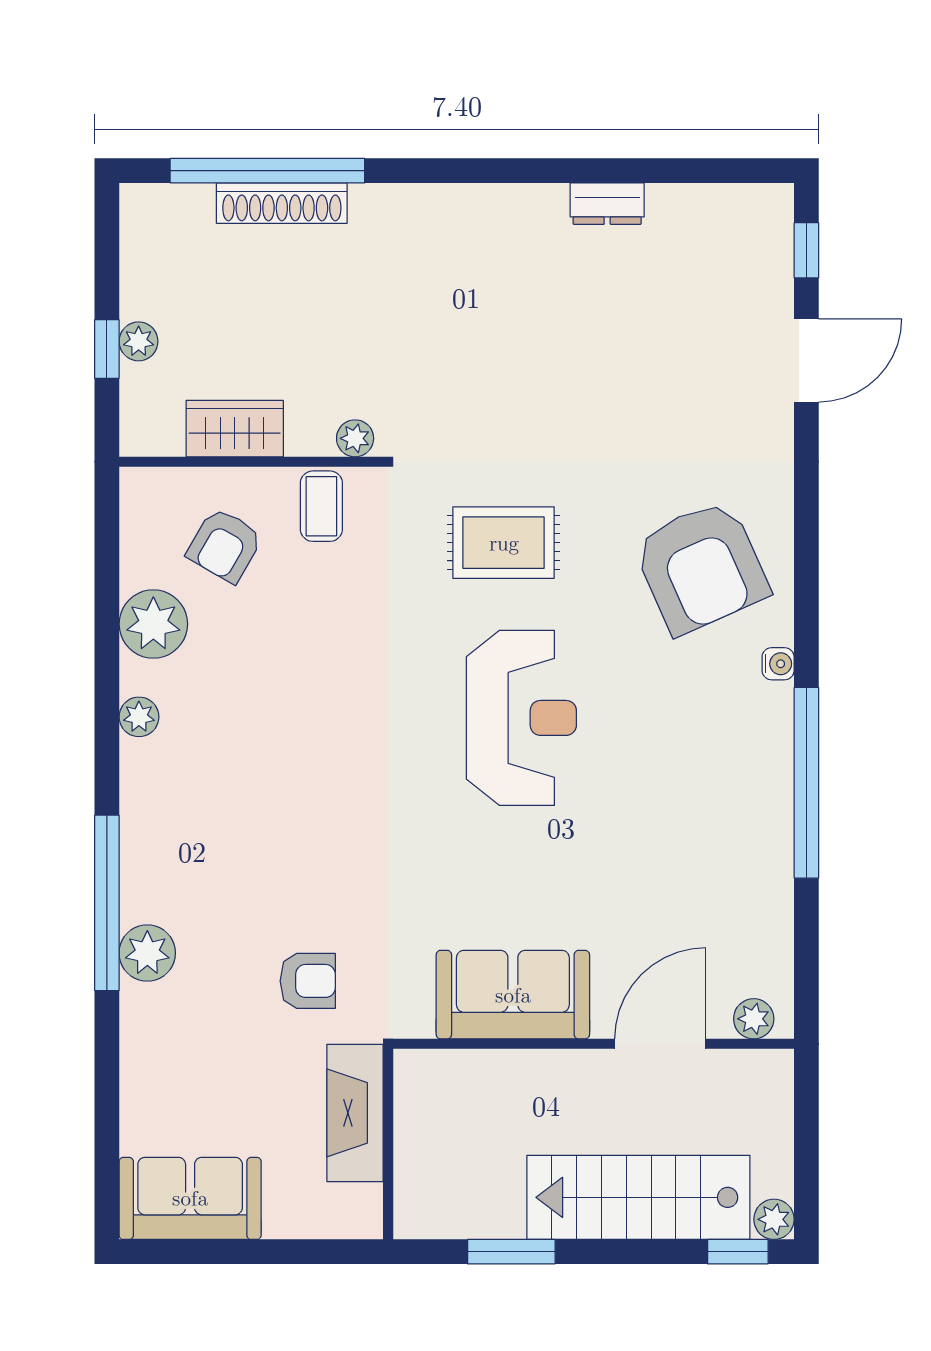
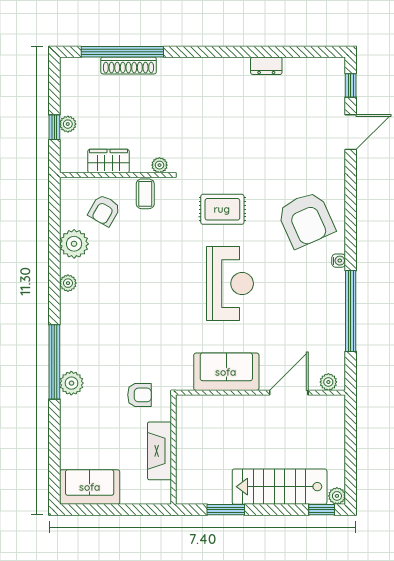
sofa: (513, 995) -> (226, 372), moved
plant: (754, 1019) -> (328, 382), moved
wall: (594, 1044) -> (261, 393), moved
door: (660, 1044) -> (289, 393), moved

